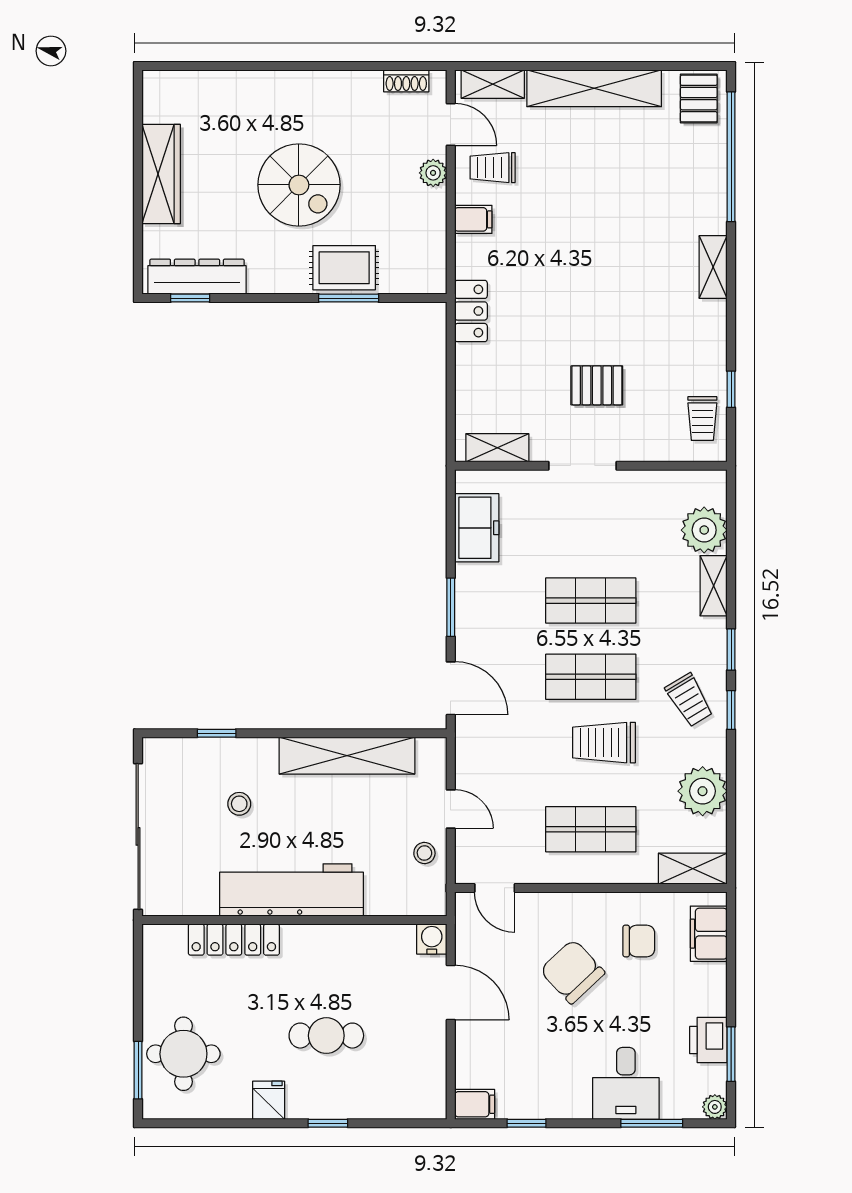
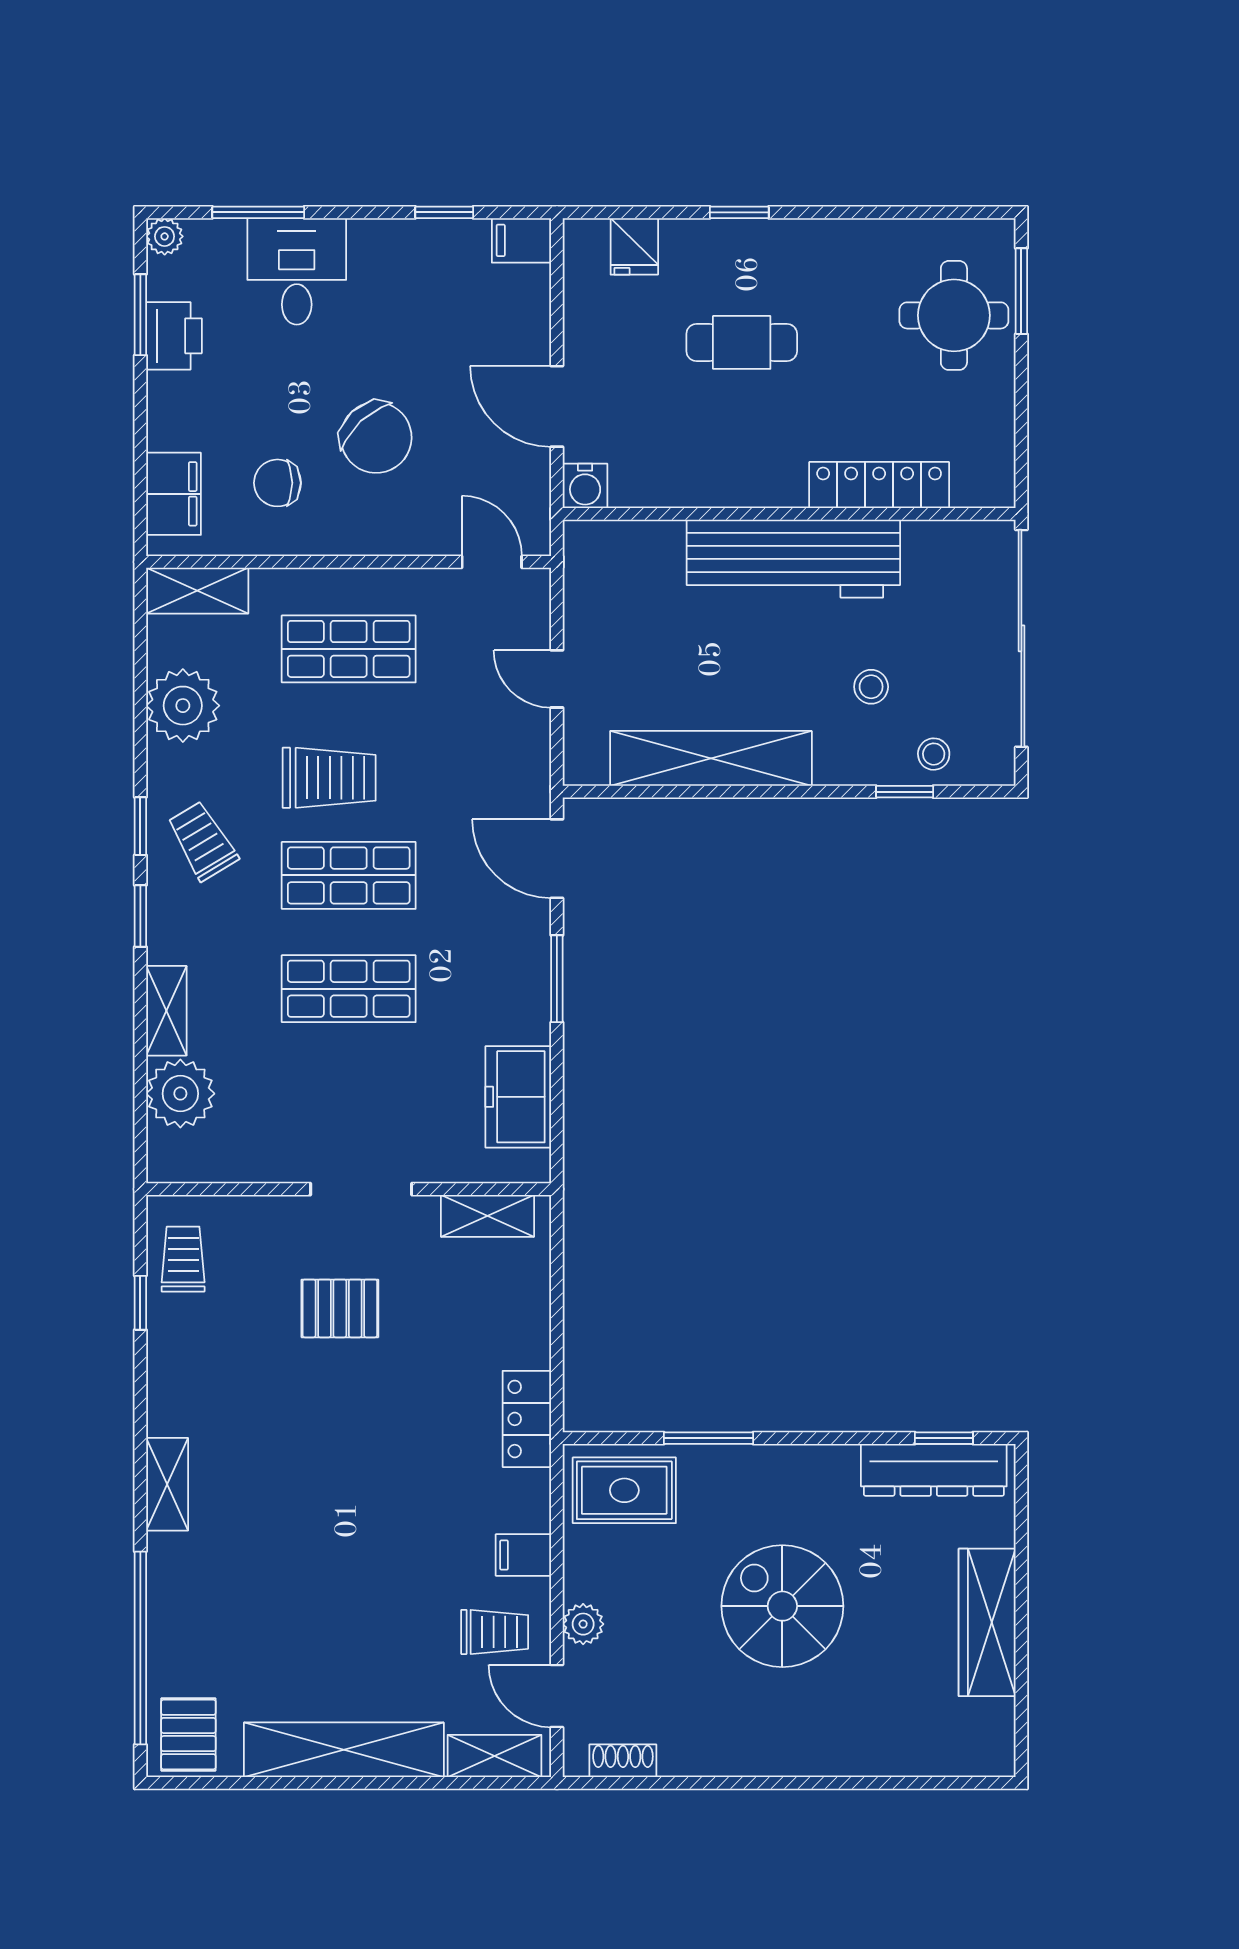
rug: (344, 268) -> (624, 1490), moved
stool: (424, 853) -> (934, 754), moved
fridge: (269, 1100) -> (634, 246), moved

